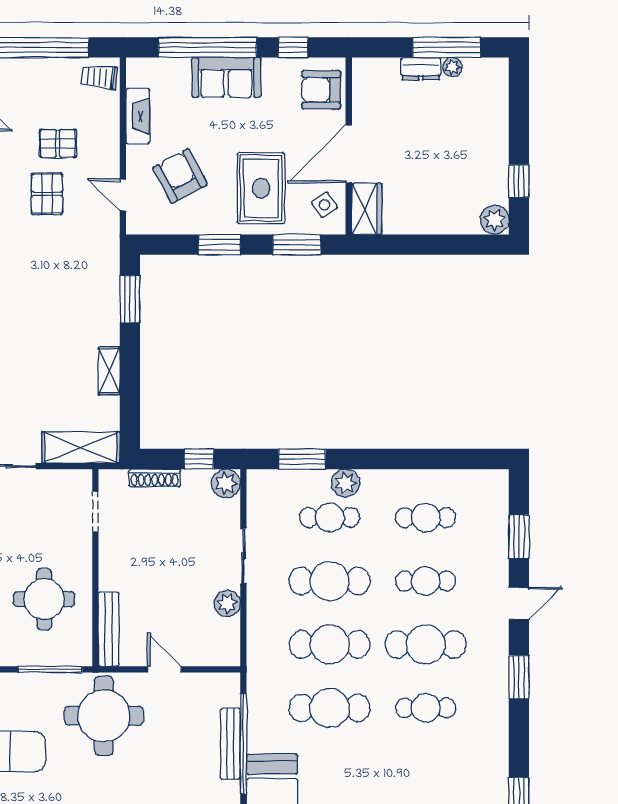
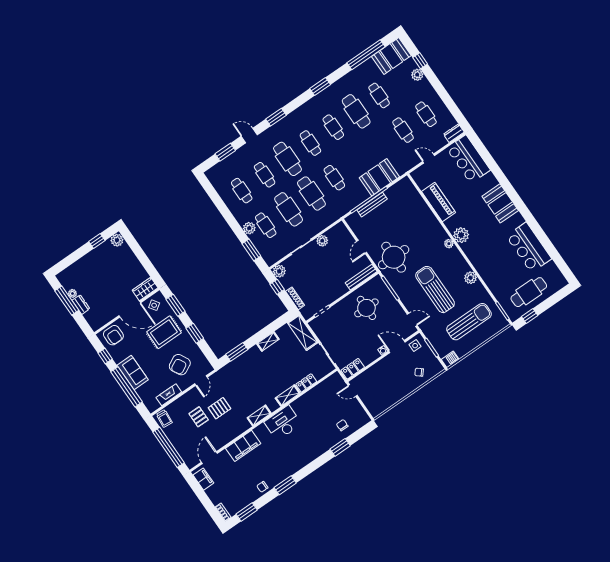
cafe table: (330, 708) -> (334, 178), width x0.73, depth x0.74
cafe table: (426, 771) -> (333, 127), added

